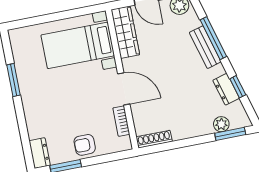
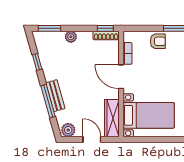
dresser: (226, 89) -> (46, 62), removed
plant: (221, 124) -> (71, 37), moved
window: (157, 148) -> (105, 28), added

